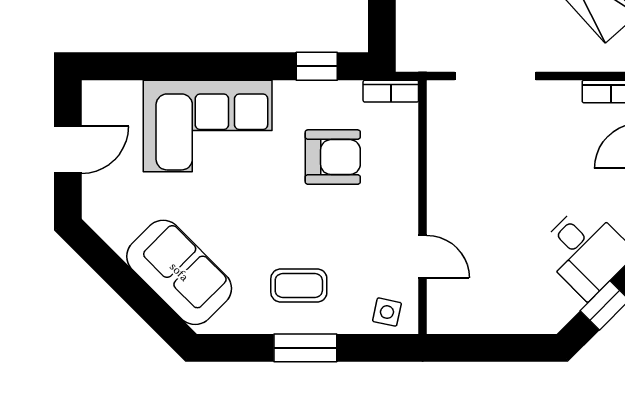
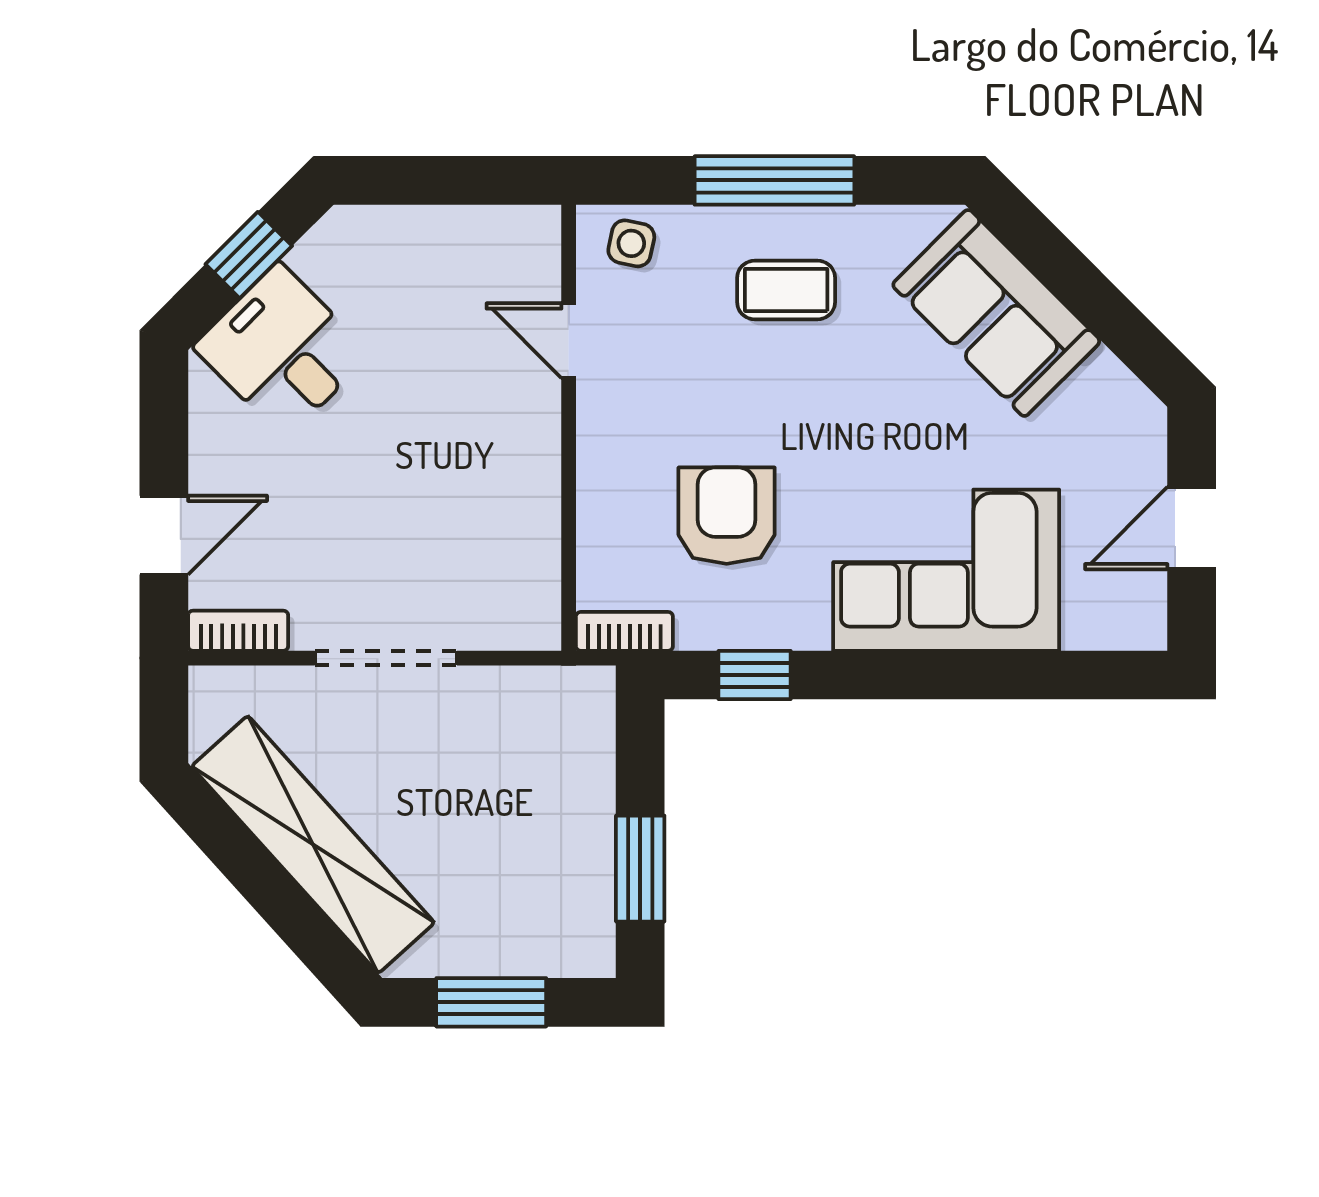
doorway: (495, 76) -> (386, 658), moved
armchair: (333, 157) -> (727, 516), turned 90
window: (305, 348) -> (774, 180), width x1.44

